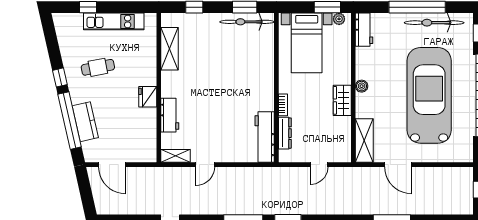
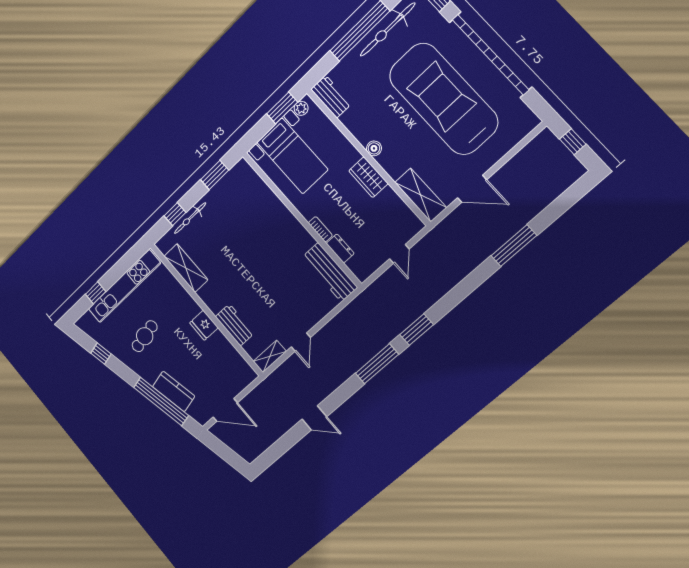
kitchen unit: (114, 21) -> (124, 286), width x1.36
bicycle: (247, 22) -> (190, 218), moved, width x0.73, depth x0.71
window: (60, 77) -> (101, 354), moved
dresser: (285, 133) -> (340, 248), width x0.70

